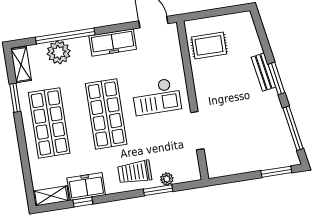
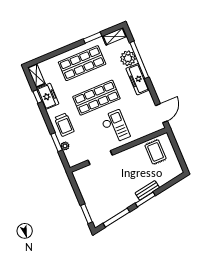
freezer: (113, 43) -> (138, 79), moved
checkout: (157, 97) -> (115, 127), turned 180
trolley: (135, 172) -> (64, 125), turned 180

